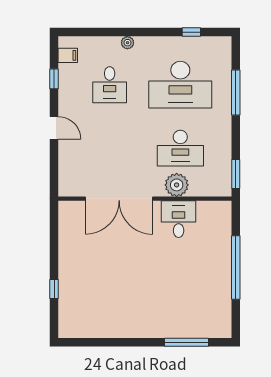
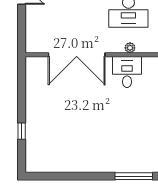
plant: (177, 185) -> (130, 48), width x0.53, depth x0.53

